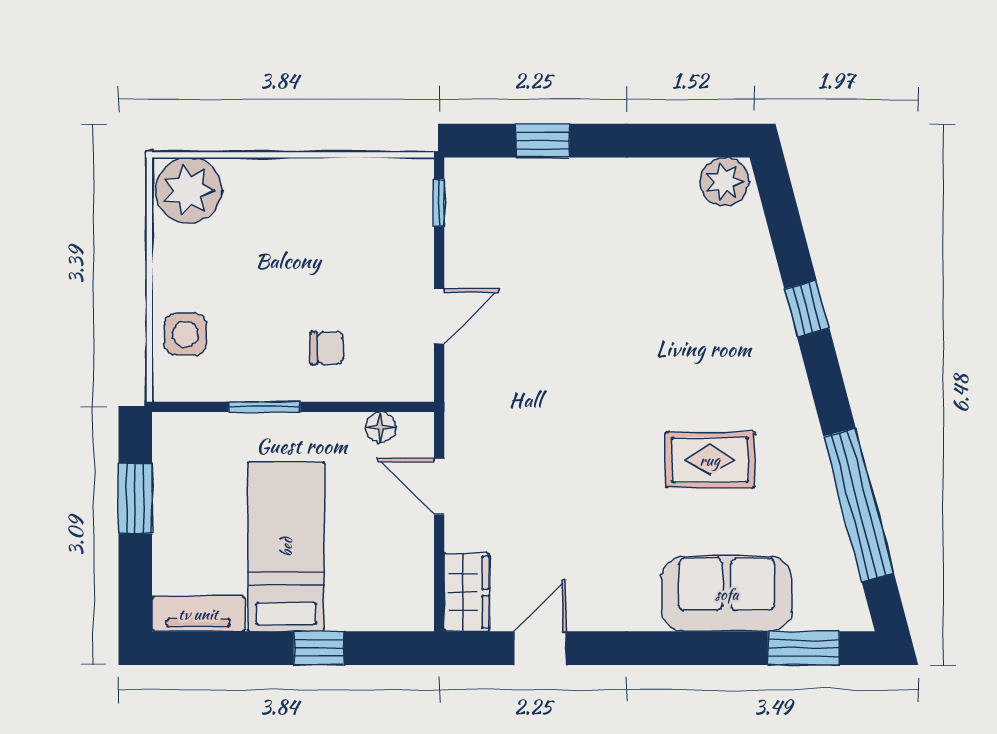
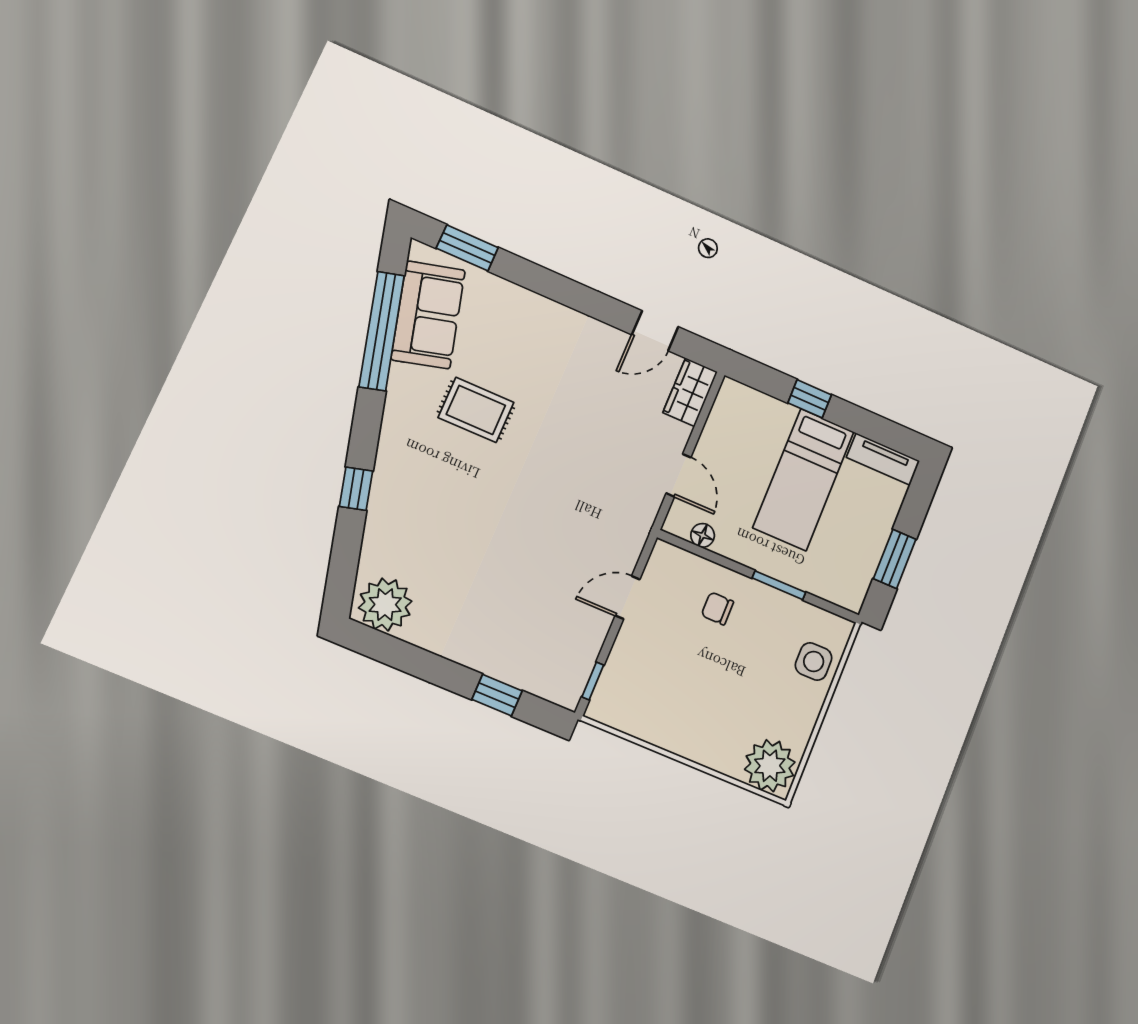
plant: (724, 182) -> (385, 605), width x1.36, depth x1.36
sofa: (727, 594) -> (428, 315), moved, turned -105

